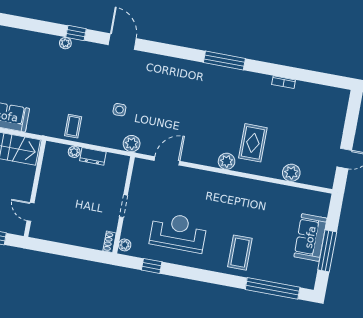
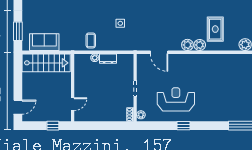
plant: (132, 144) -> (187, 45), moved
door: (167, 161) -> (159, 52), swing flipped
door: (31, 212) -> (73, 104), swing flipped
coffee table: (240, 253) -> (220, 105), removed
window: (152, 266) -> (184, 126), moved

